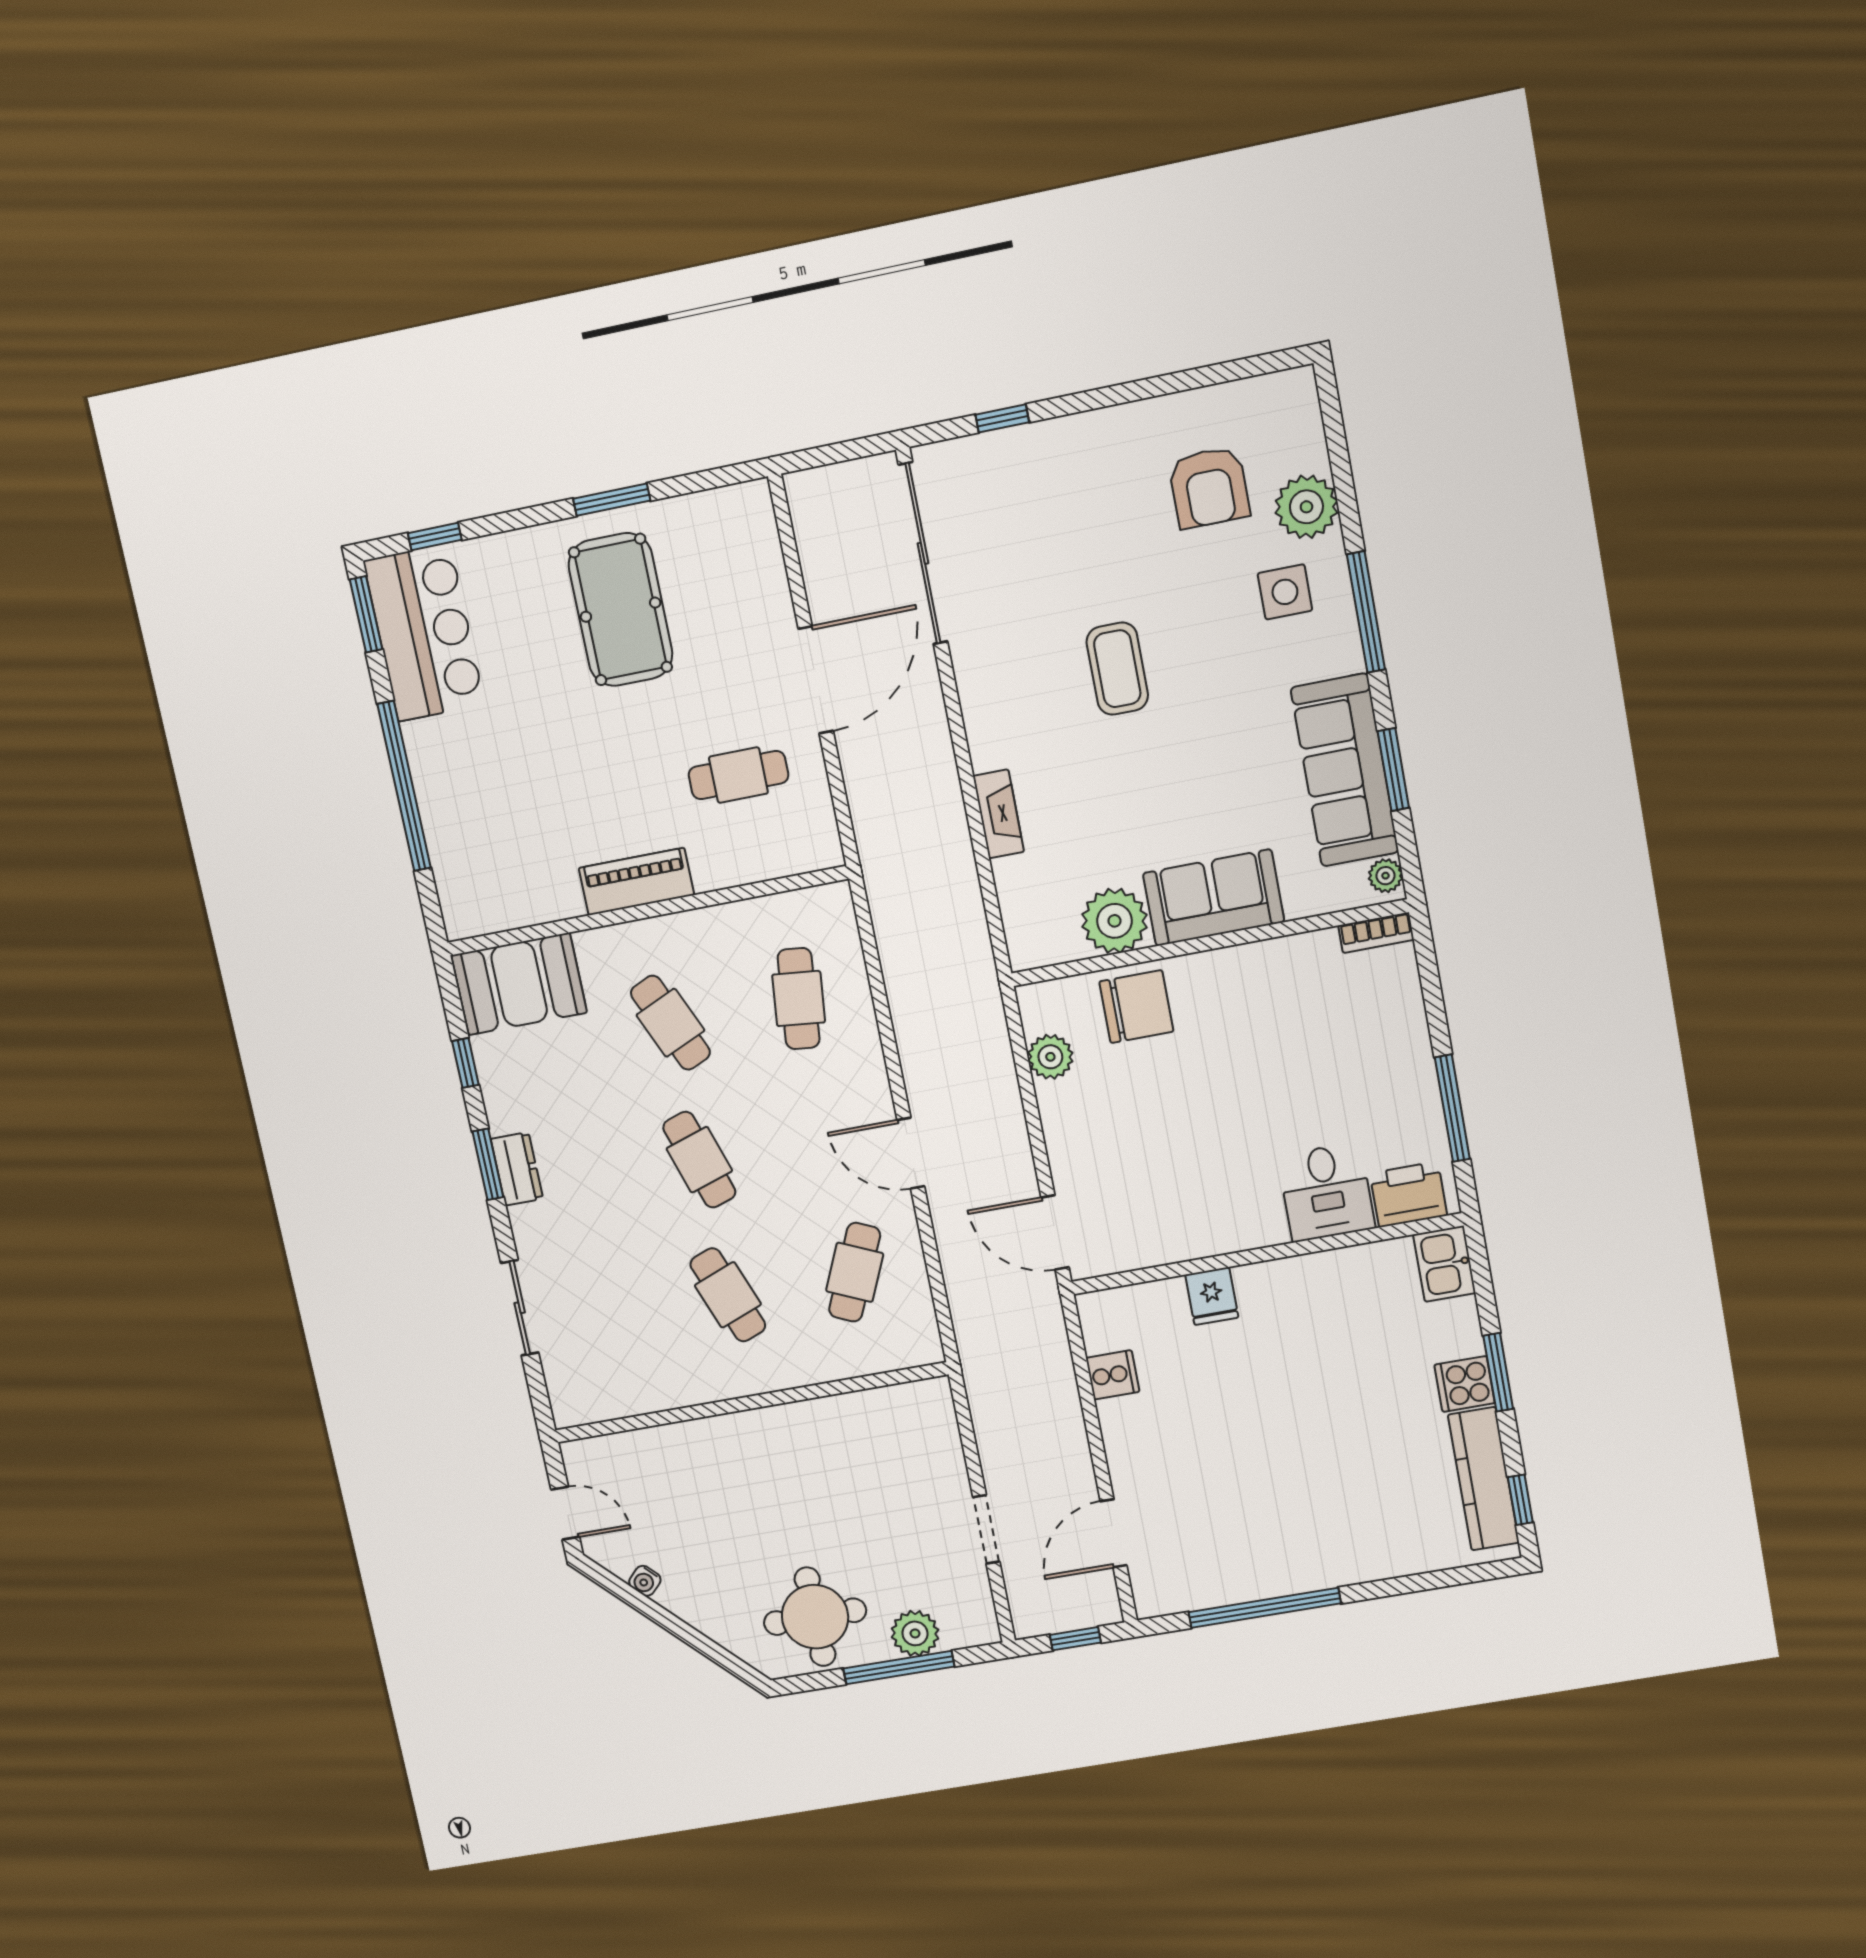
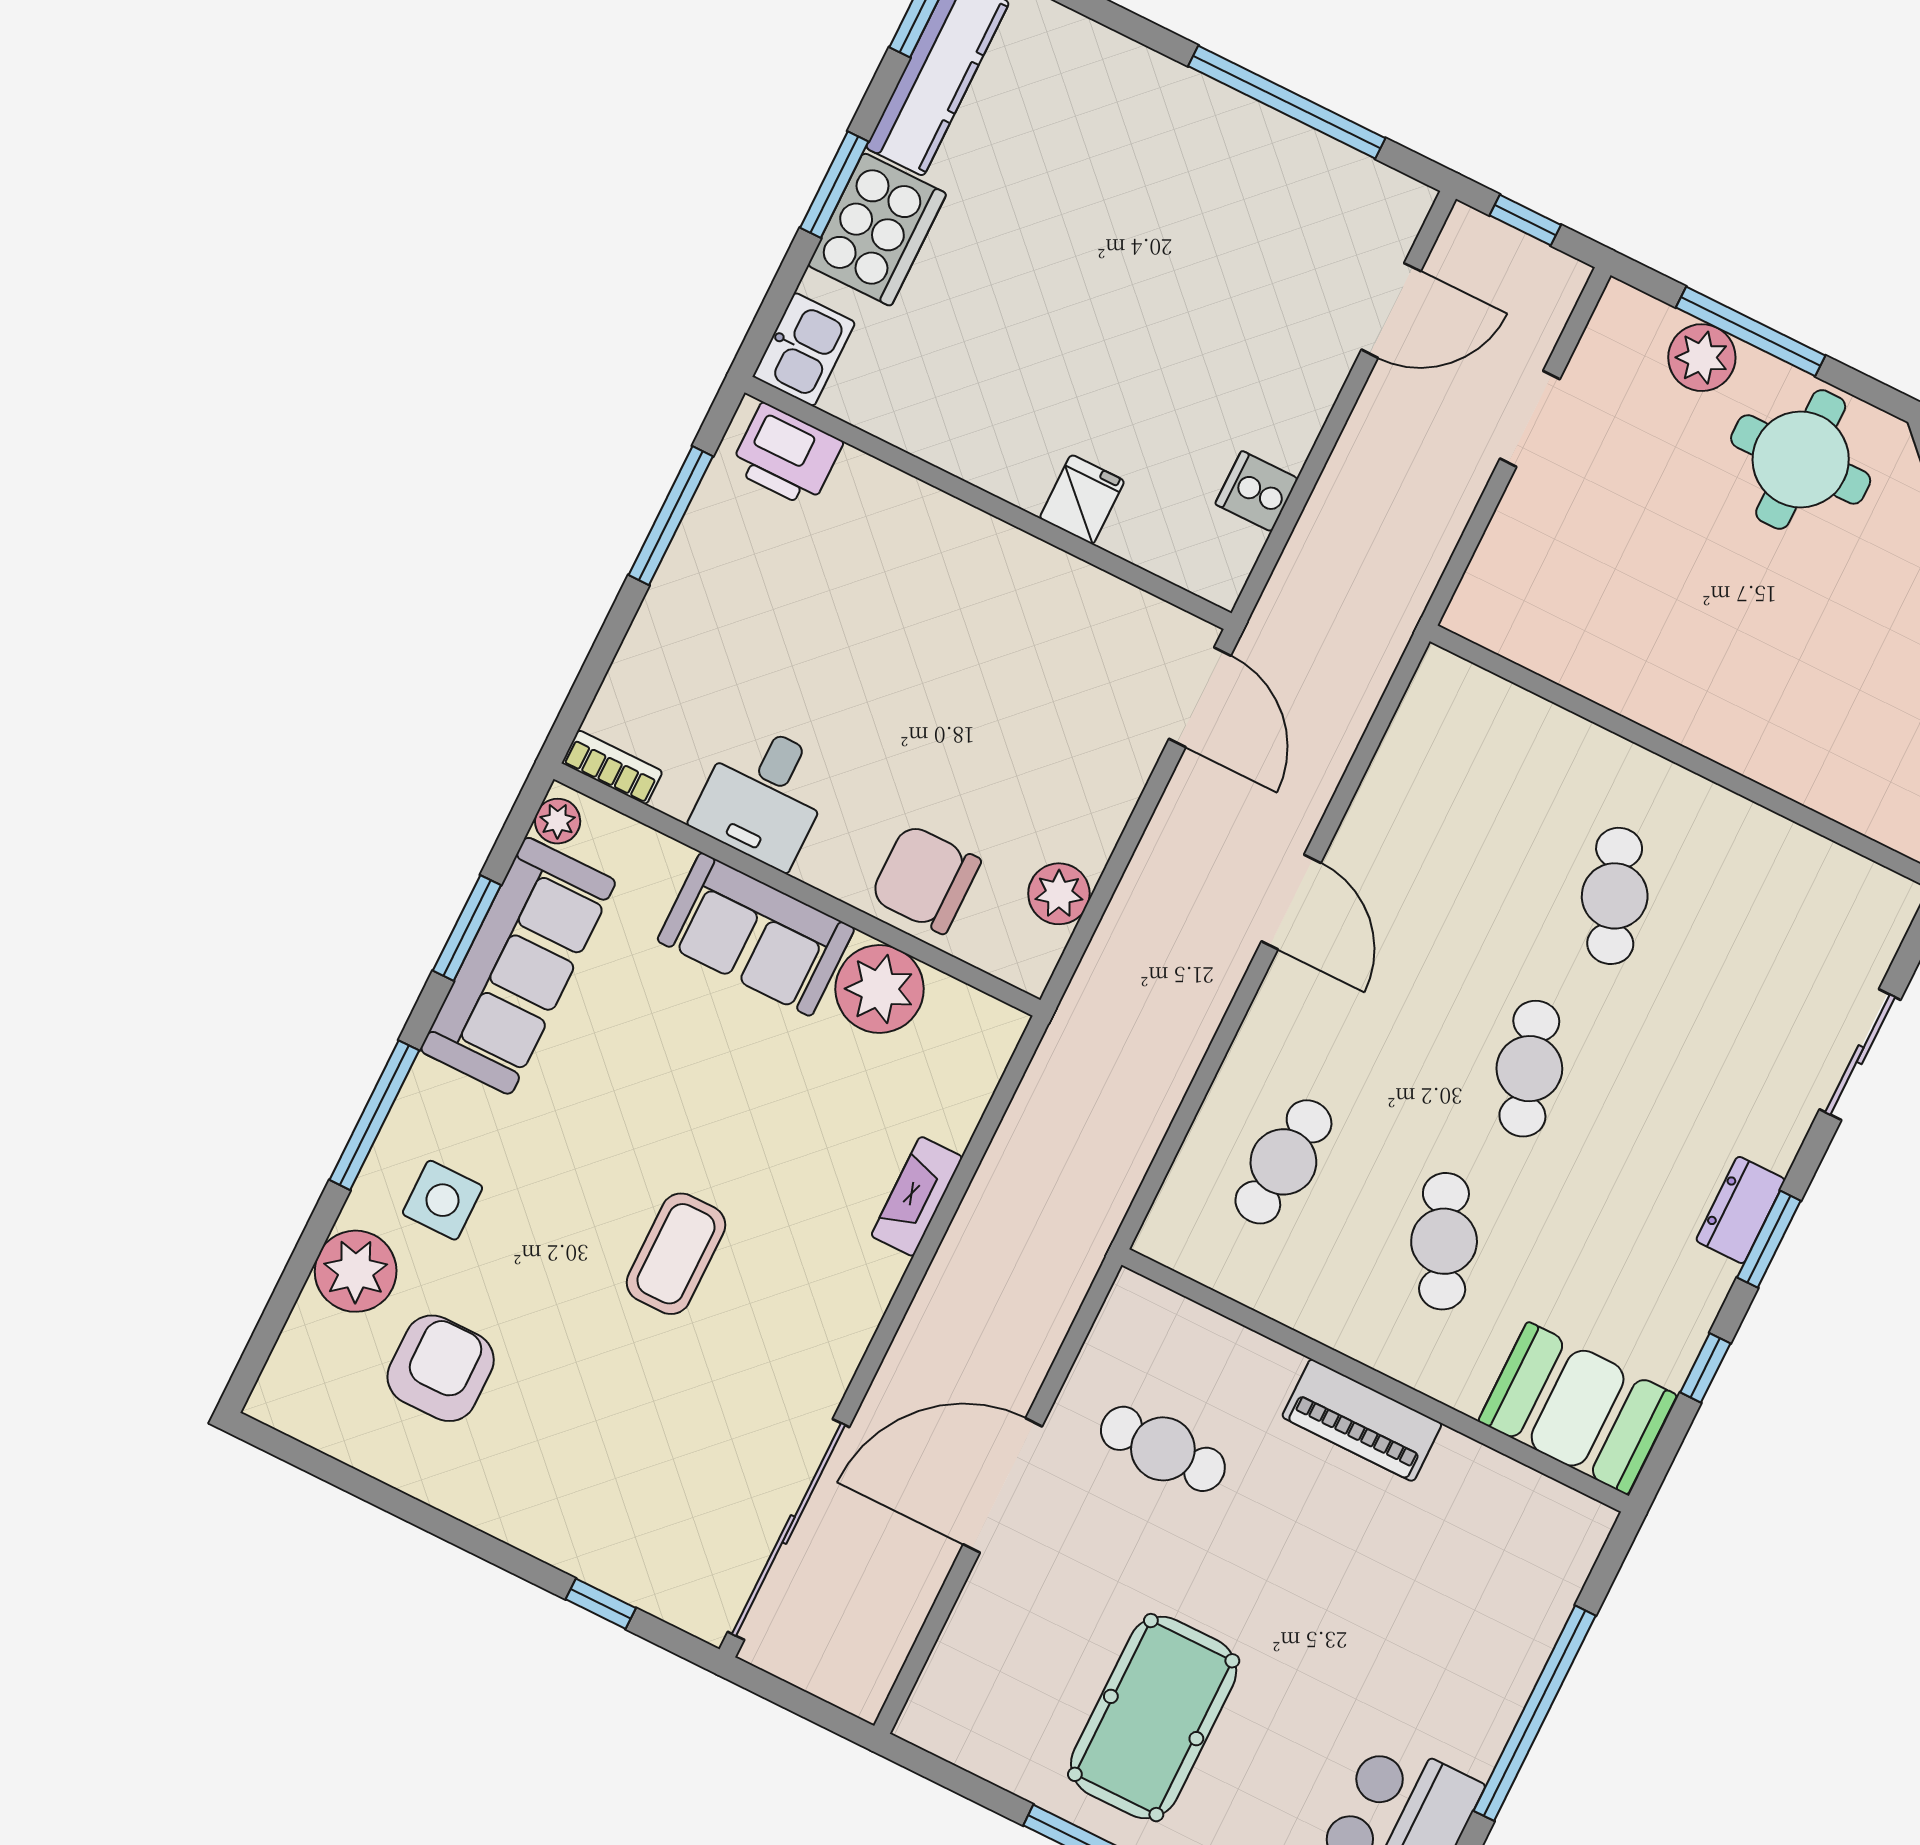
desk: (1326, 1192) -> (764, 795), moved, turned 180
cafe table: (855, 1272) -> (1454, 817), removed
cooker: (1465, 1384) -> (877, 229), width x1.87, depth x1.31

